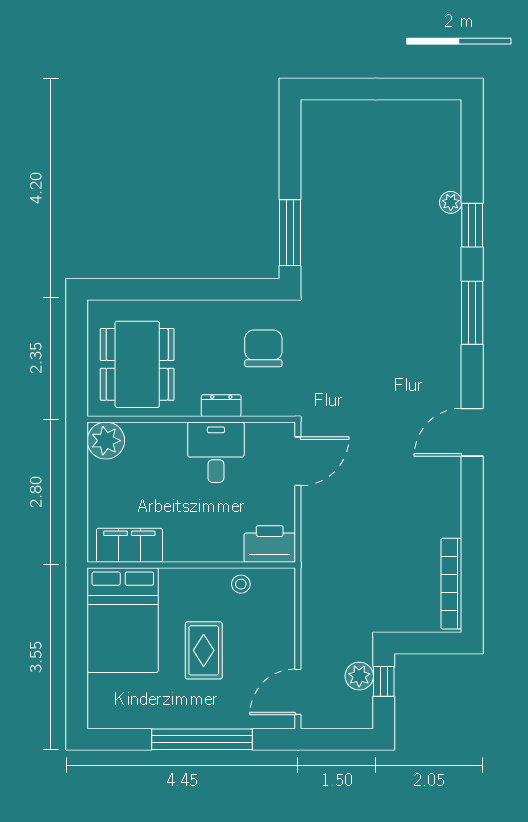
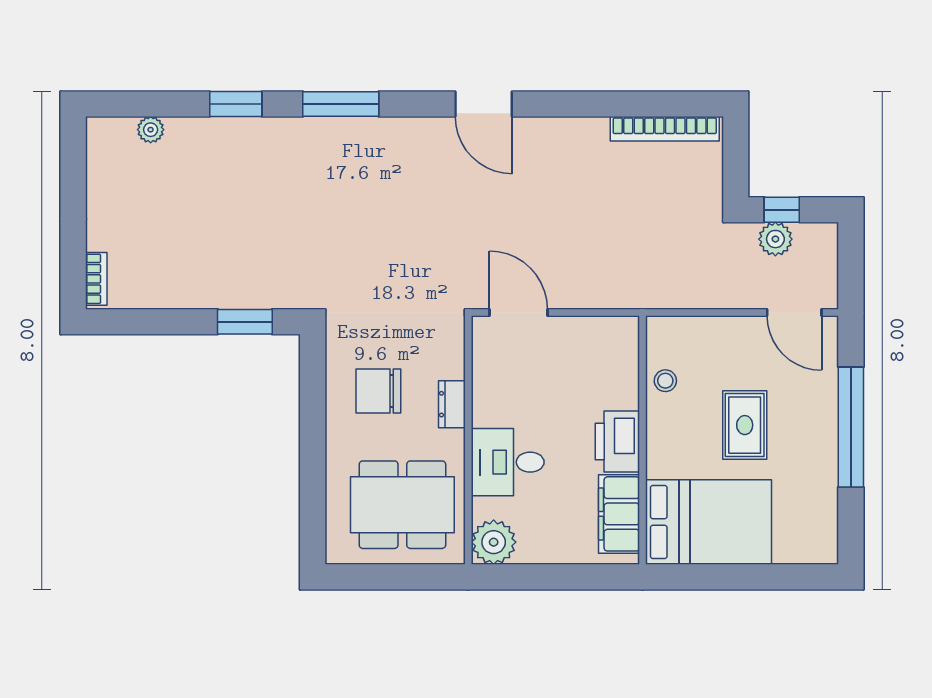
bookcase: (326, 108) -> (96, 279), added
plant: (451, 202) -> (151, 130), moved
window: (290, 233) -> (245, 322), width x0.69
chair: (263, 348) -> (378, 391), moved
desk: (216, 452) -> (508, 462), moved
printer: (270, 544) -> (617, 441), moved
rug: (204, 650) -> (745, 425), turned 90

